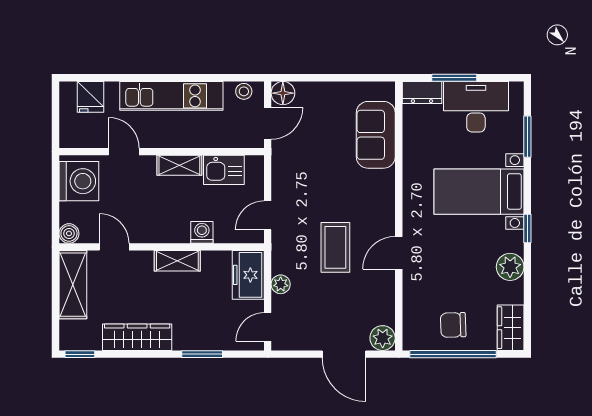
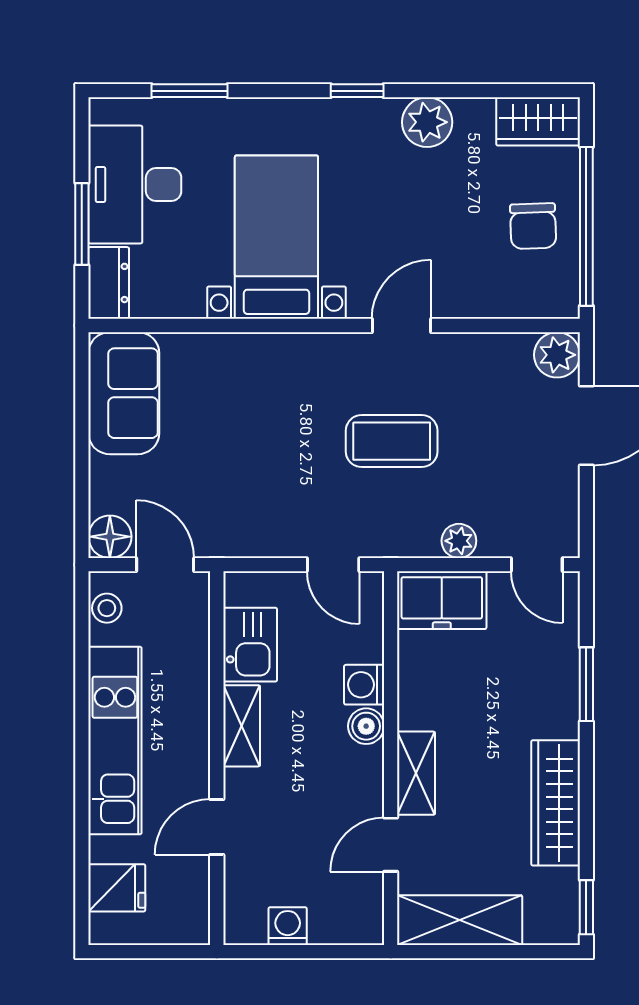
sofa: (376, 135) -> (124, 393), moved, turned -90
washing machine: (79, 181) -> (288, 926), width x0.53, depth x0.53
bed with nightstands: (479, 192) -> (276, 237), moved, turned 180
boiler: (69, 233) -> (366, 726), moved
door: (399, 253) -> (401, 326), swing flipped
shelving: (177, 261) -> (416, 773), moved

